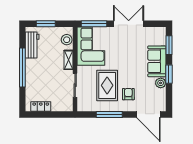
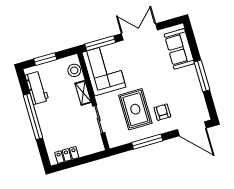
window: (169, 45) -> (193, 43), removed
sofa: (157, 61) -> (179, 49), moved
window: (169, 74) -> (202, 76), width x1.44
plant: (161, 83) -> (195, 89), removed

